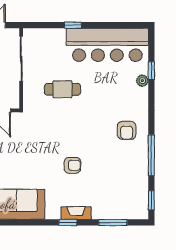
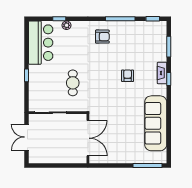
bar counter: (107, 45) -> (41, 43), width x0.73

